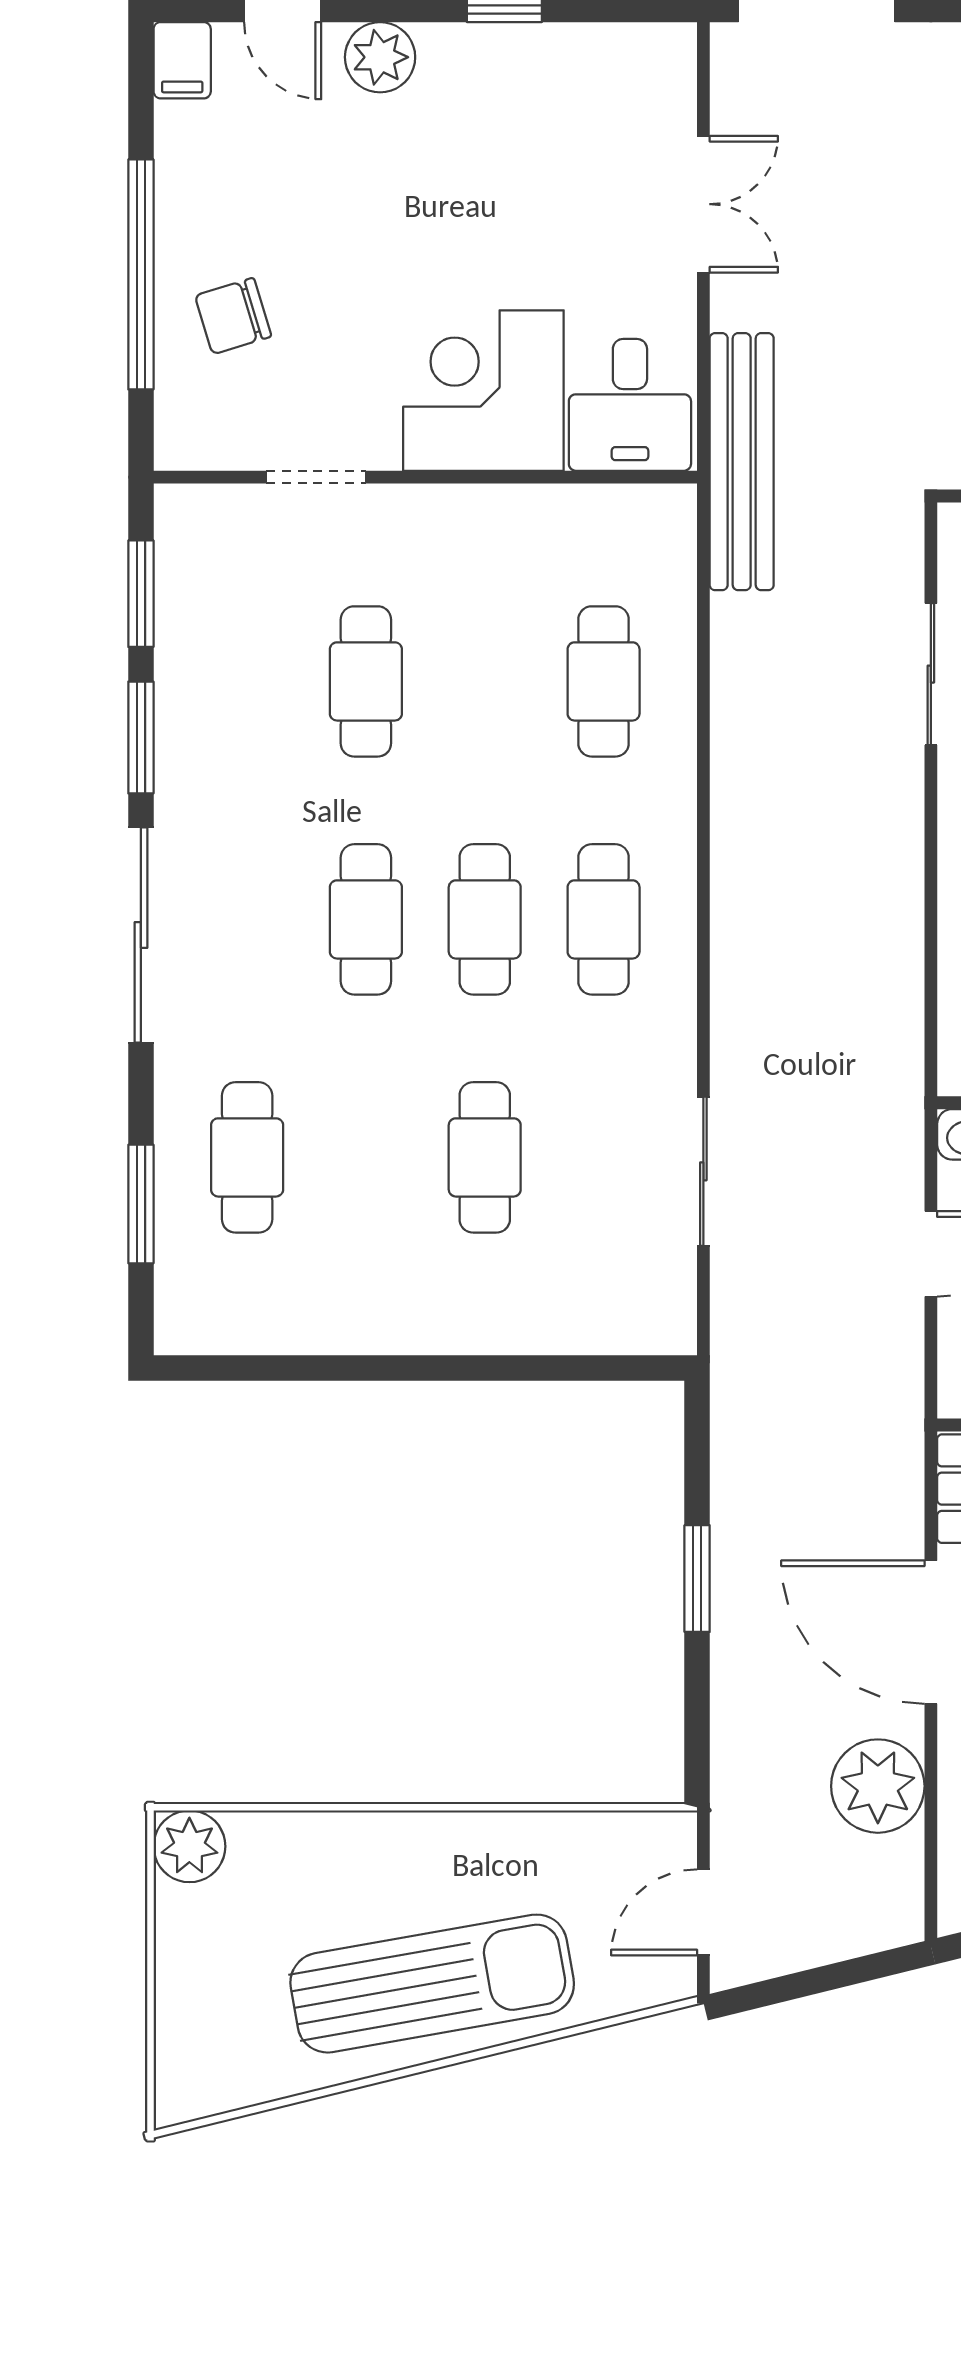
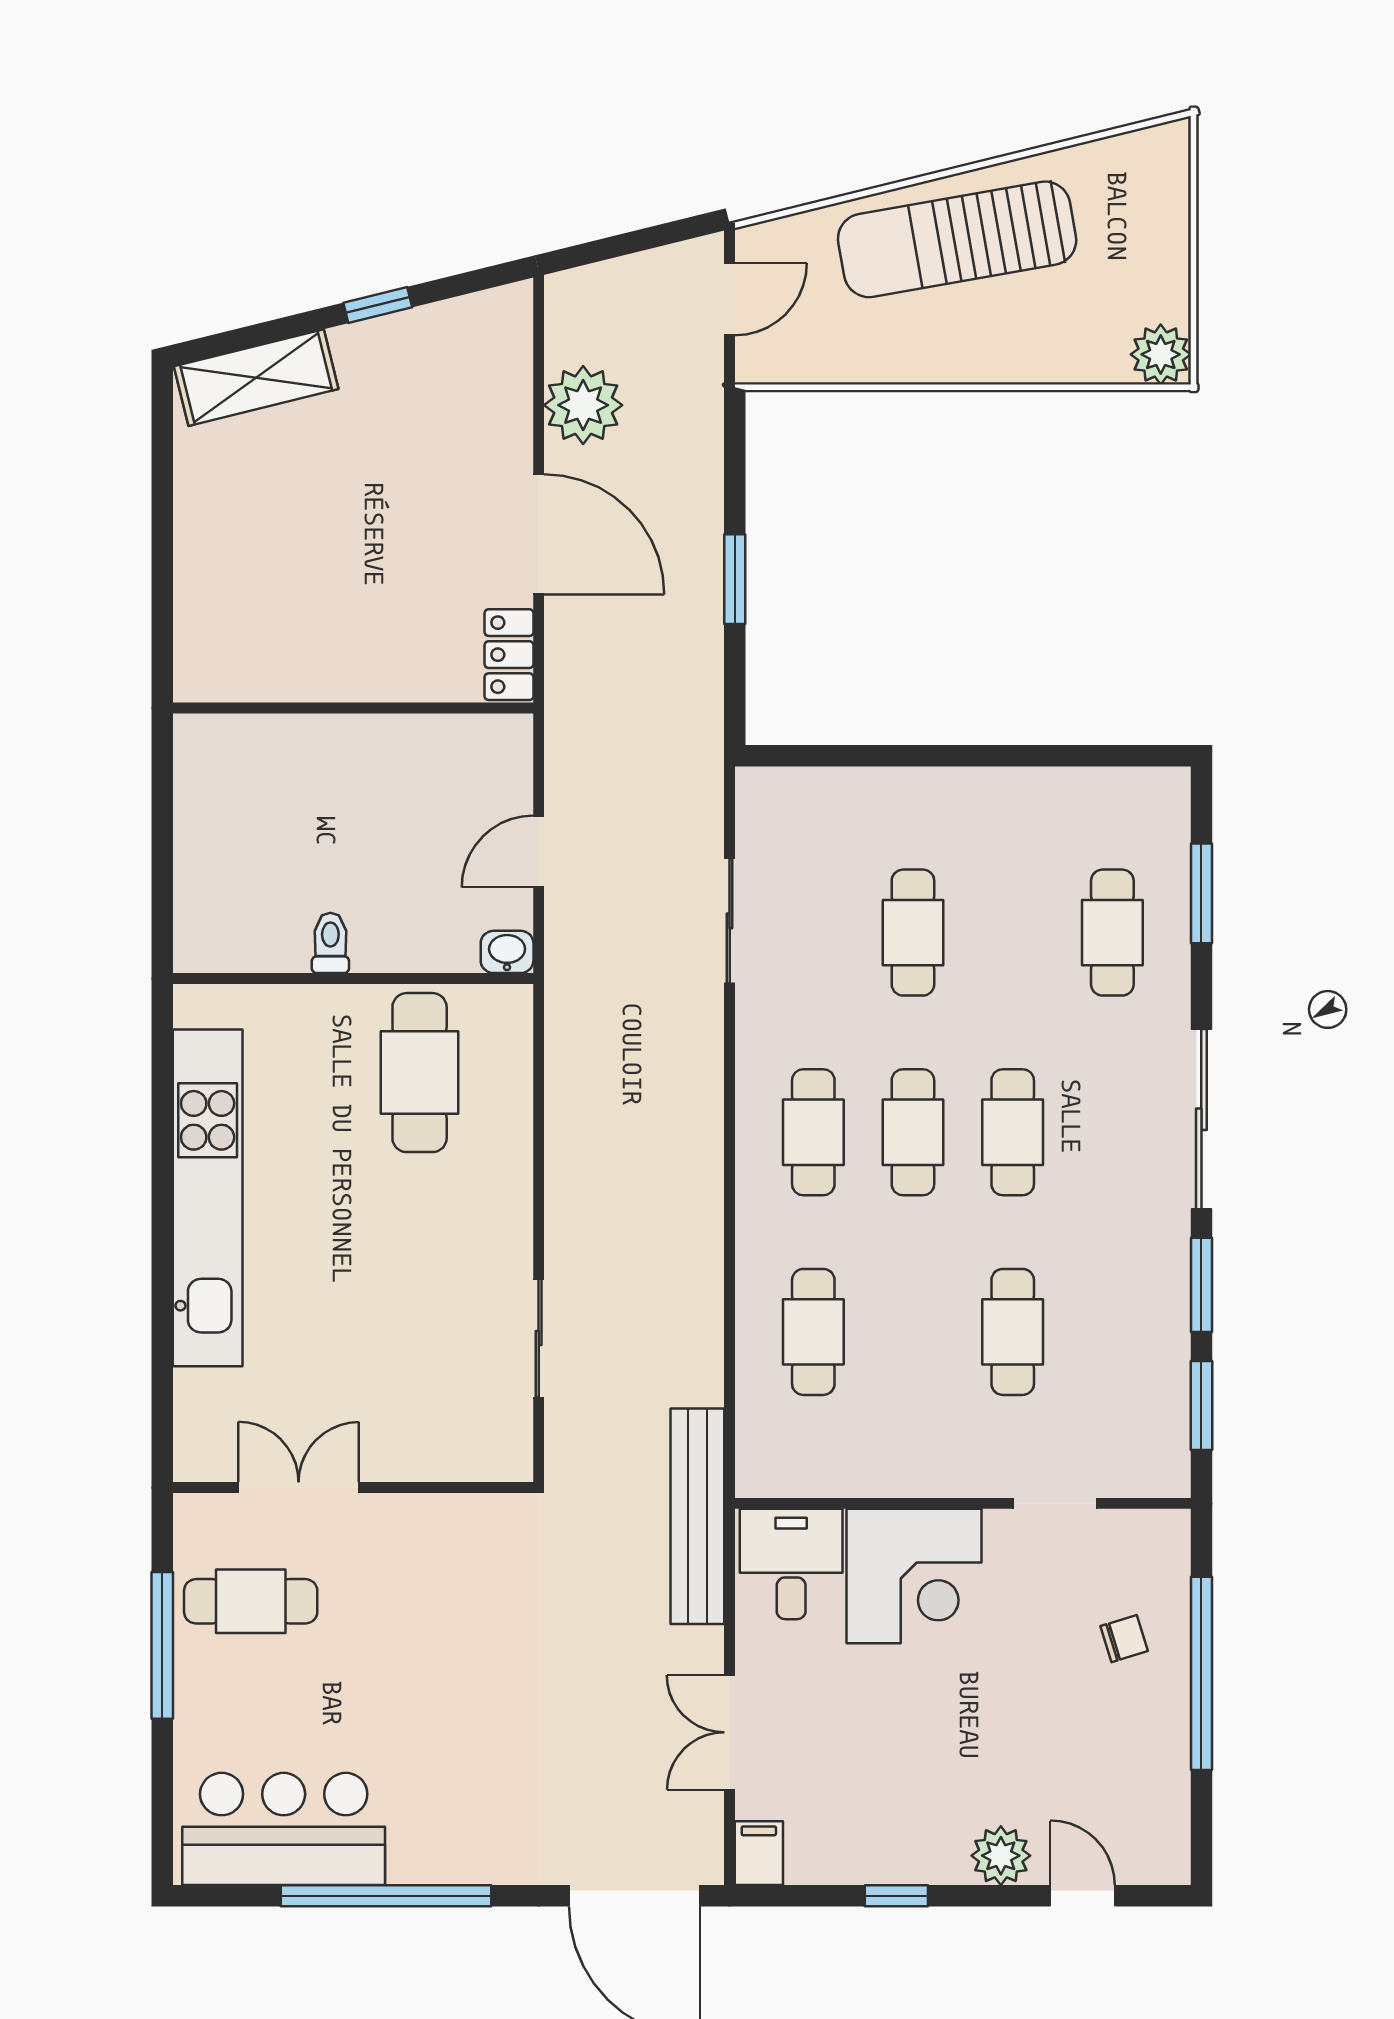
filing cabinet: (182, 60) -> (759, 1853), moved
chair: (233, 316) -> (1124, 1639), width x0.73, depth x0.73

